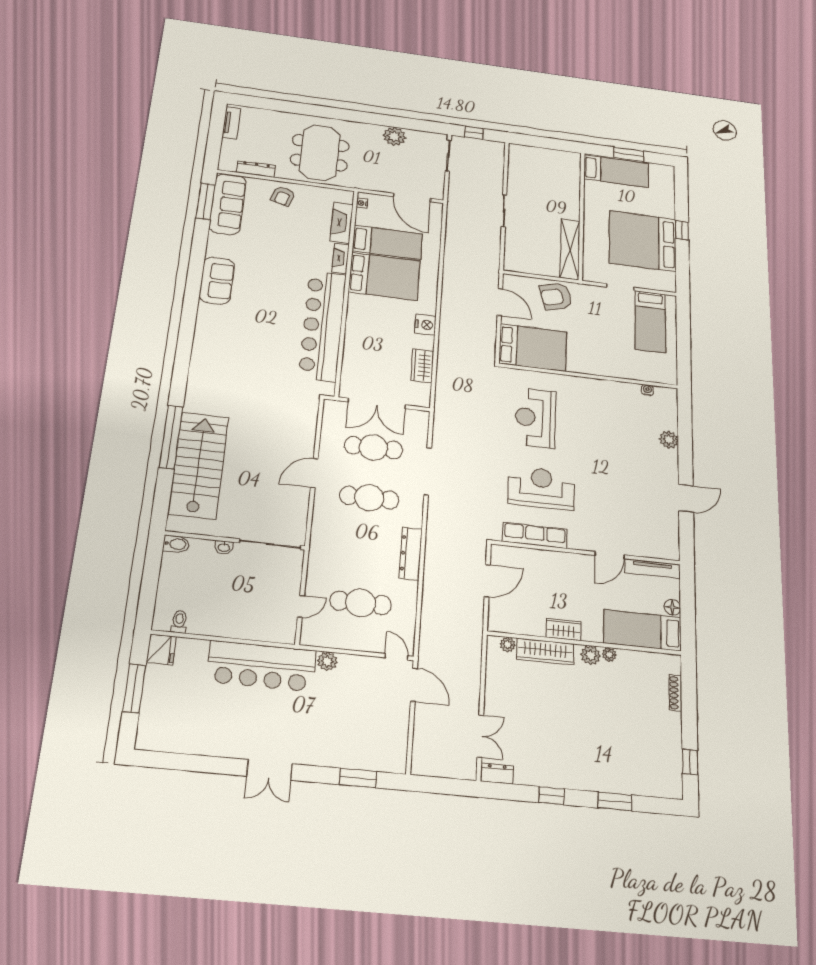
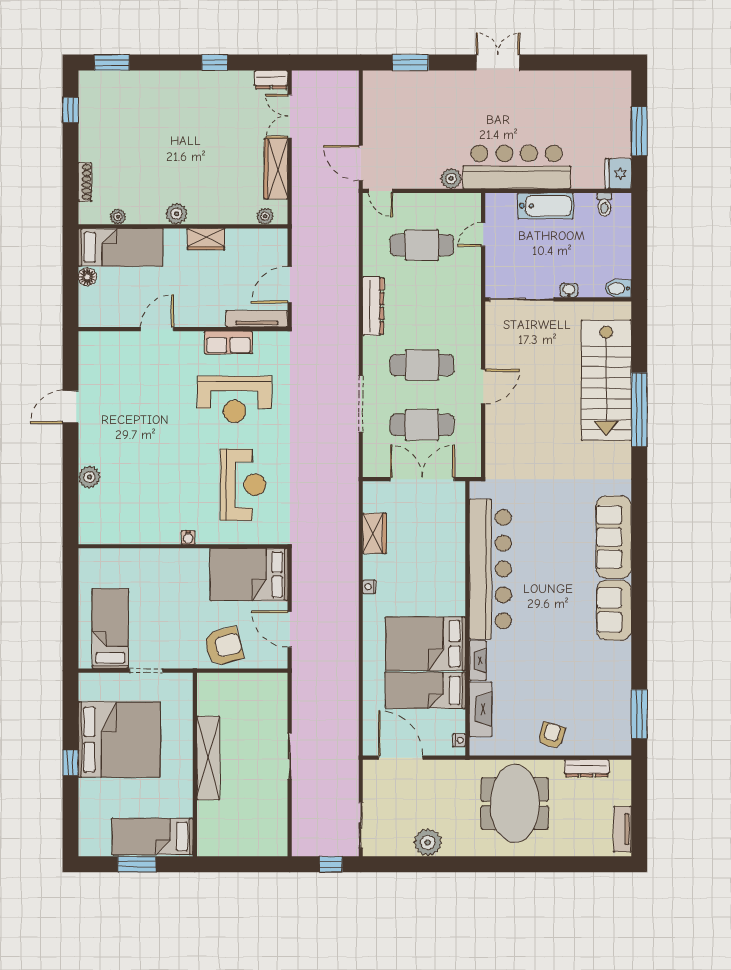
sofa: (228, 204) -> (614, 537), moved
shelving: (570, 249) -> (208, 758), moved
nightstand: (425, 325) -> (369, 587), width x0.53, depth x0.56
water cooler: (647, 390) -> (188, 537), moved
row of seats: (535, 535) -> (228, 342), width x0.68
tv unit: (653, 569) -> (257, 319), moved
bathtub: (237, 627) -> (546, 206), added
wardrobe: (545, 652) -> (276, 169), moved, turned -90
plant: (609, 654) -> (118, 217), moved
window: (615, 801) -> (112, 62), moved

